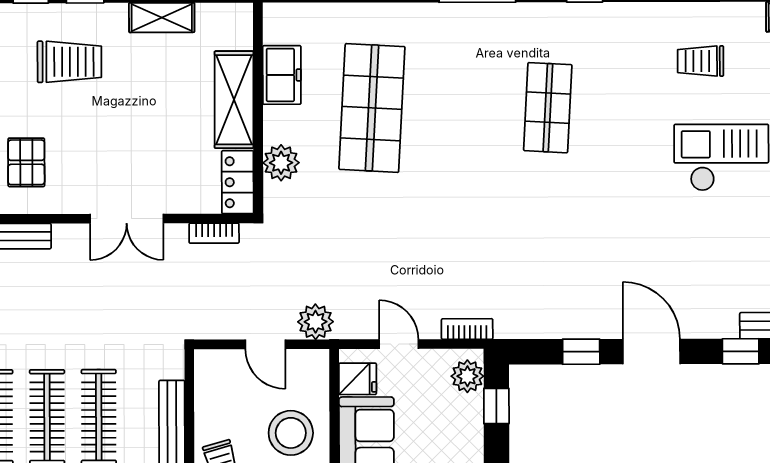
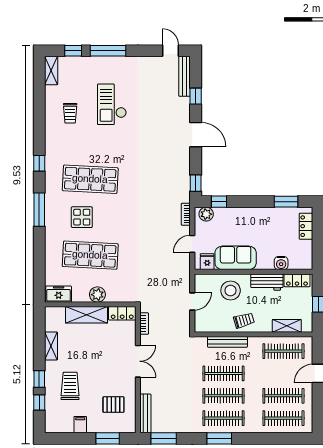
freezer: (282, 75) -> (59, 294), moved
display table: (460, 88) -> (82, 217), added
shop shelf: (548, 108) -> (90, 179), width x1.43, depth x1.36
plant: (281, 163) -> (97, 295), moved
plant: (316, 322) -> (183, 280), removed
window: (581, 352) -> (196, 183), moved
door: (651, 352) -> (196, 135), swing flipped

